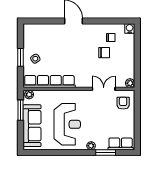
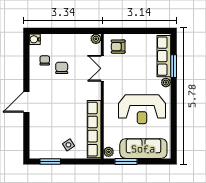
window: (20, 57) -> (50, 161), moved
reception desk: (67, 124) -> (142, 109), turned 180
row of seats: (121, 144) -> (164, 56), width x1.48

